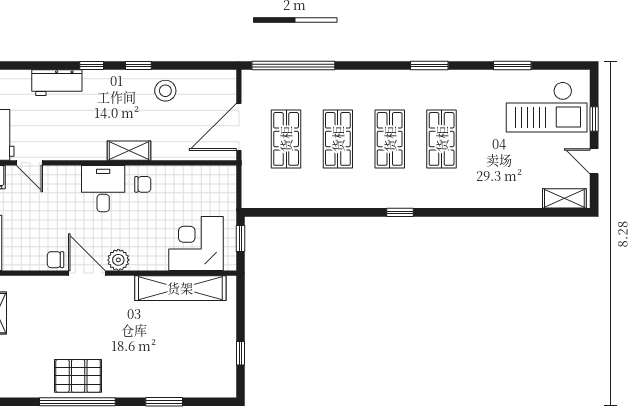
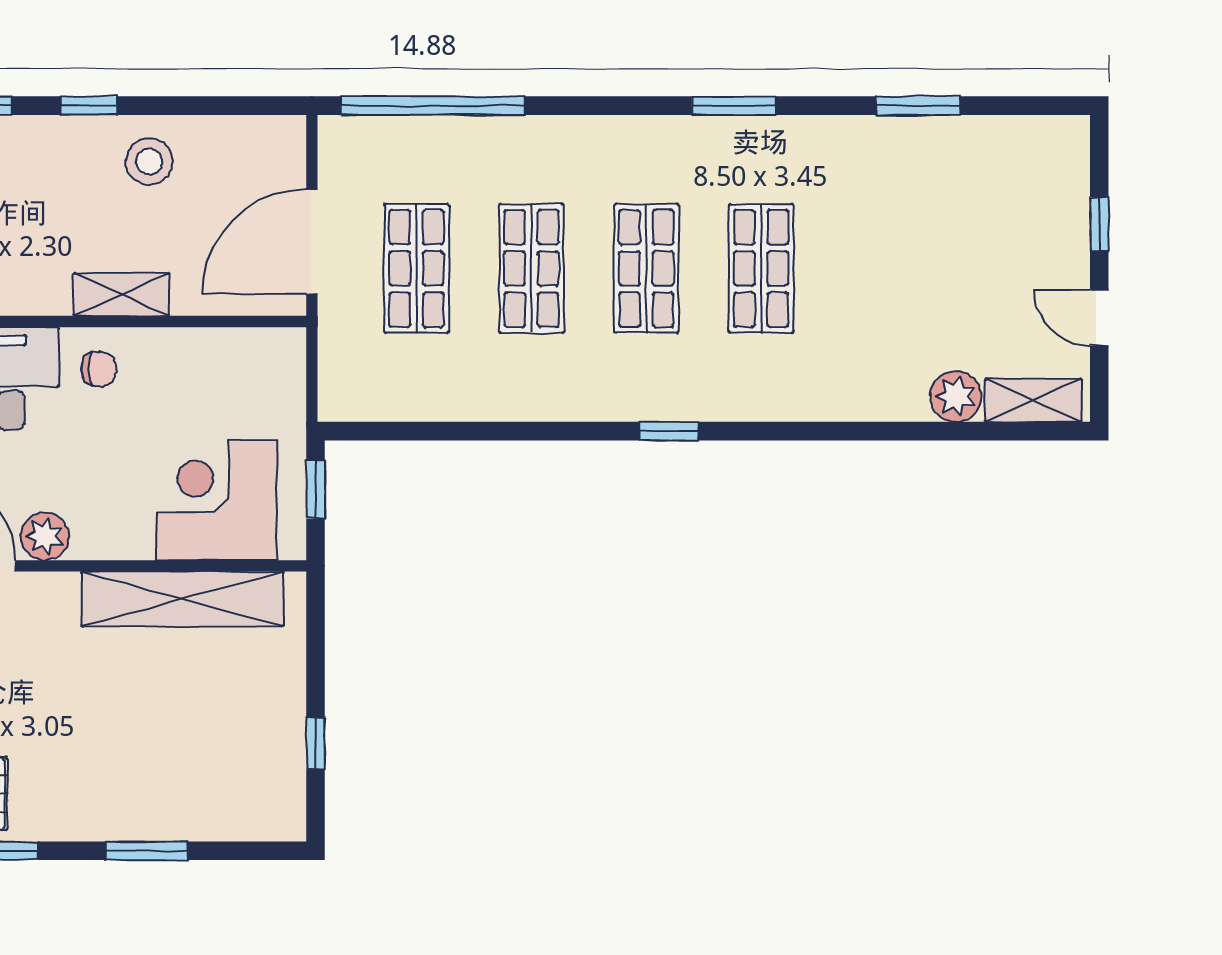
checkout: (547, 107) -> (994, 198), removed
shelving: (129, 151) -> (121, 294), moved
plant: (529, 197) -> (956, 397), added

